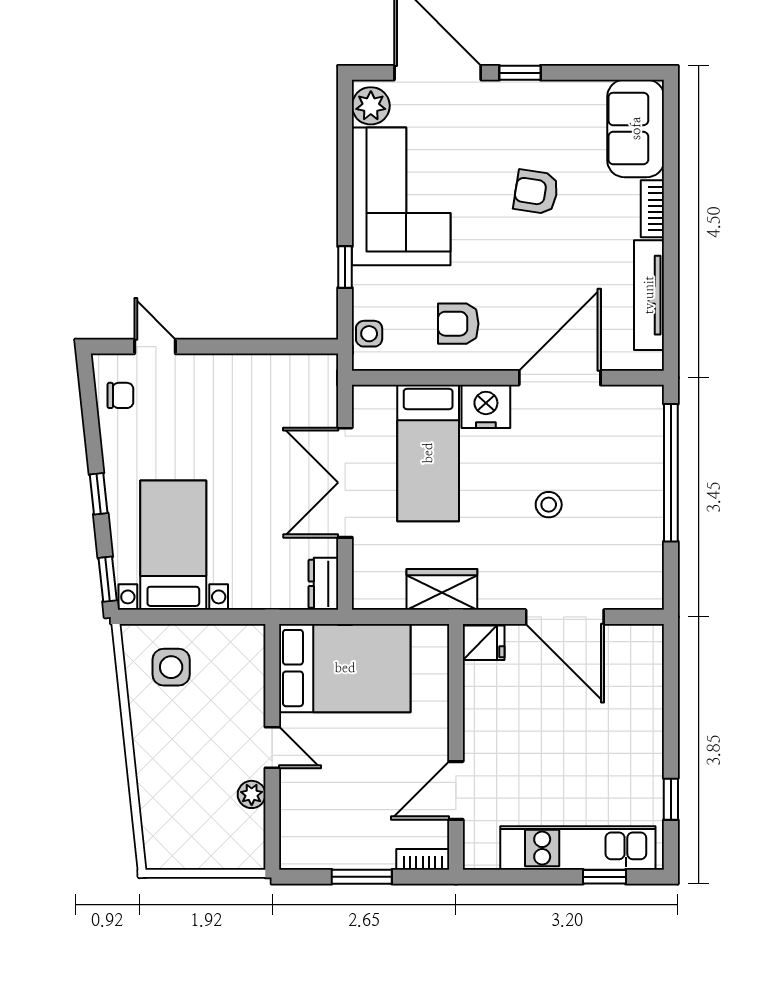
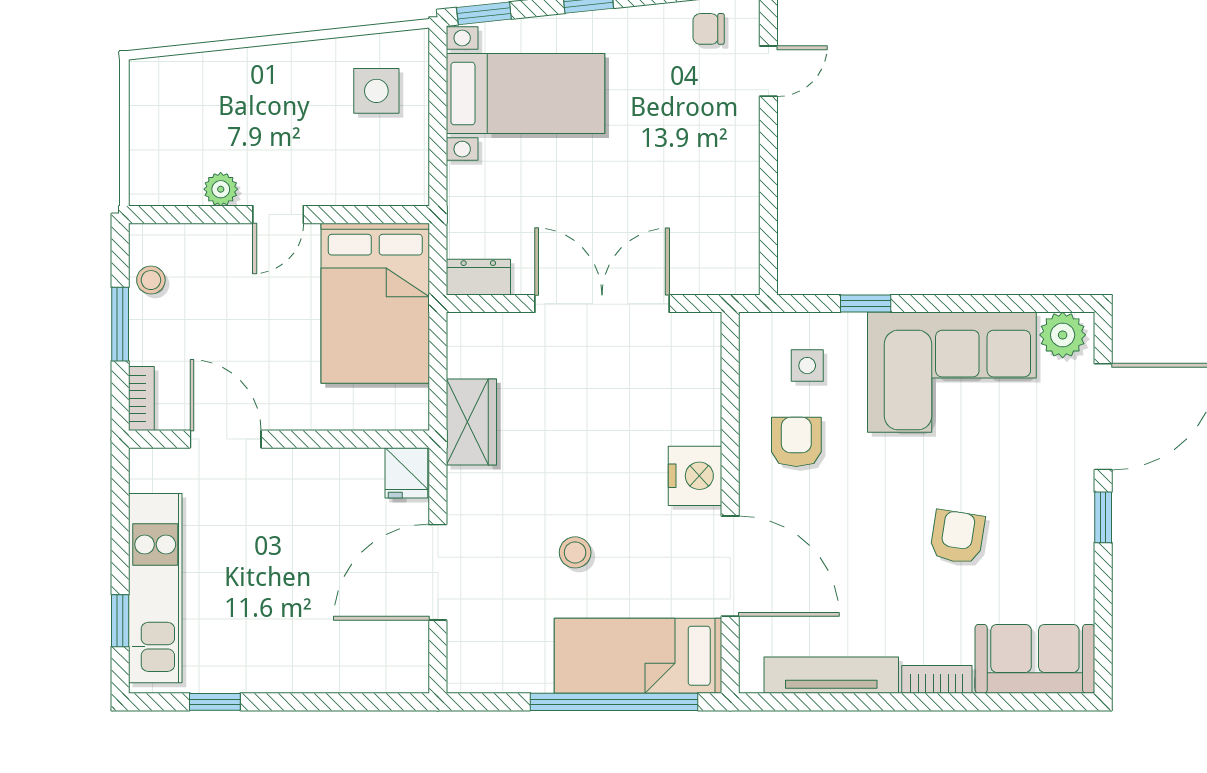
side table: (369, 334) -> (807, 366), moved
chair: (120, 395) -> (709, 29), turned 90
bed: (428, 453) -> (638, 656), moved
stool: (326, 852) -> (151, 280), added

